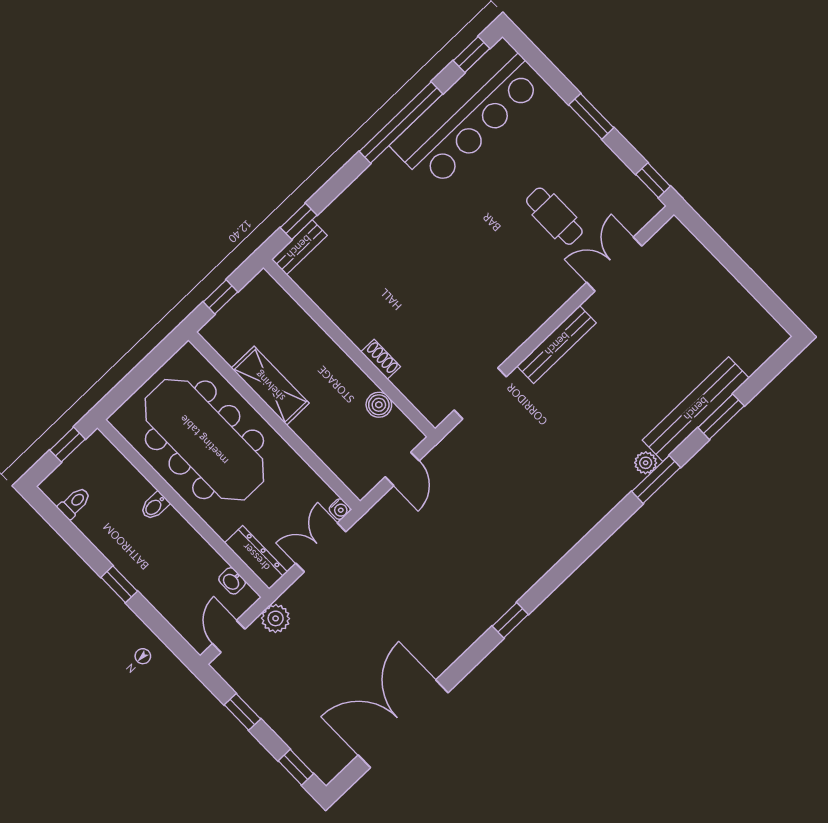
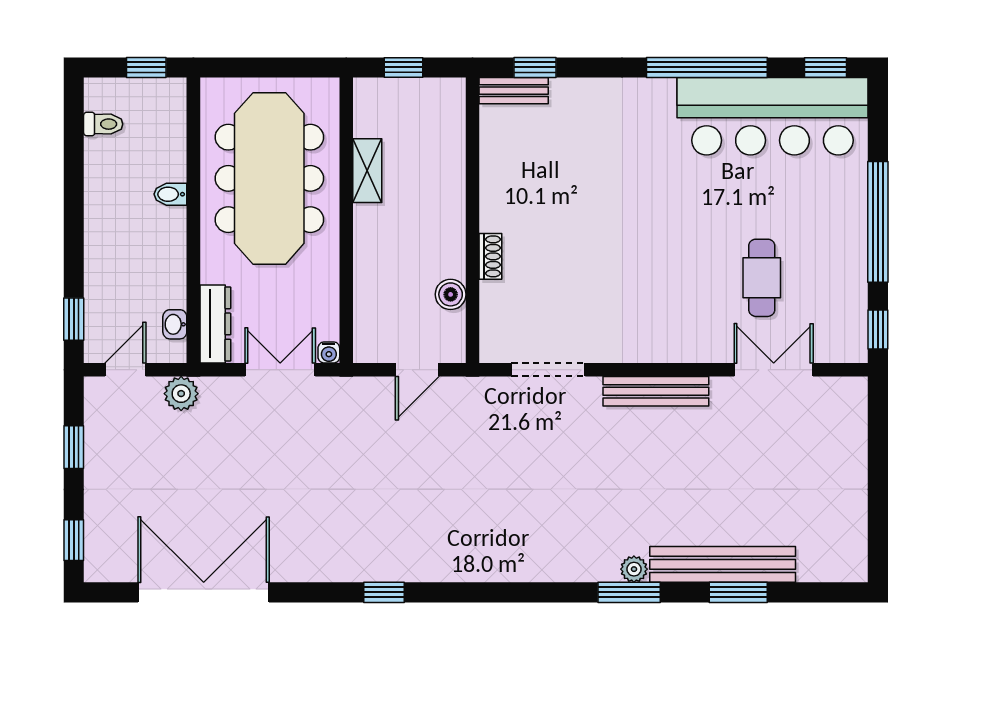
window: (591, 116) -> (878, 222), width x2.11
shelving: (270, 386) -> (367, 171), width x0.67, depth x0.75
window: (119, 584) -> (74, 319), moved

